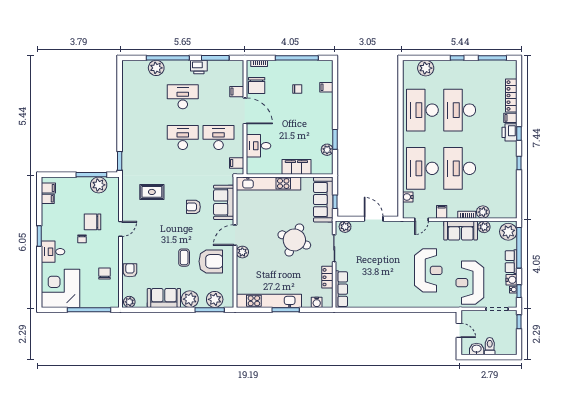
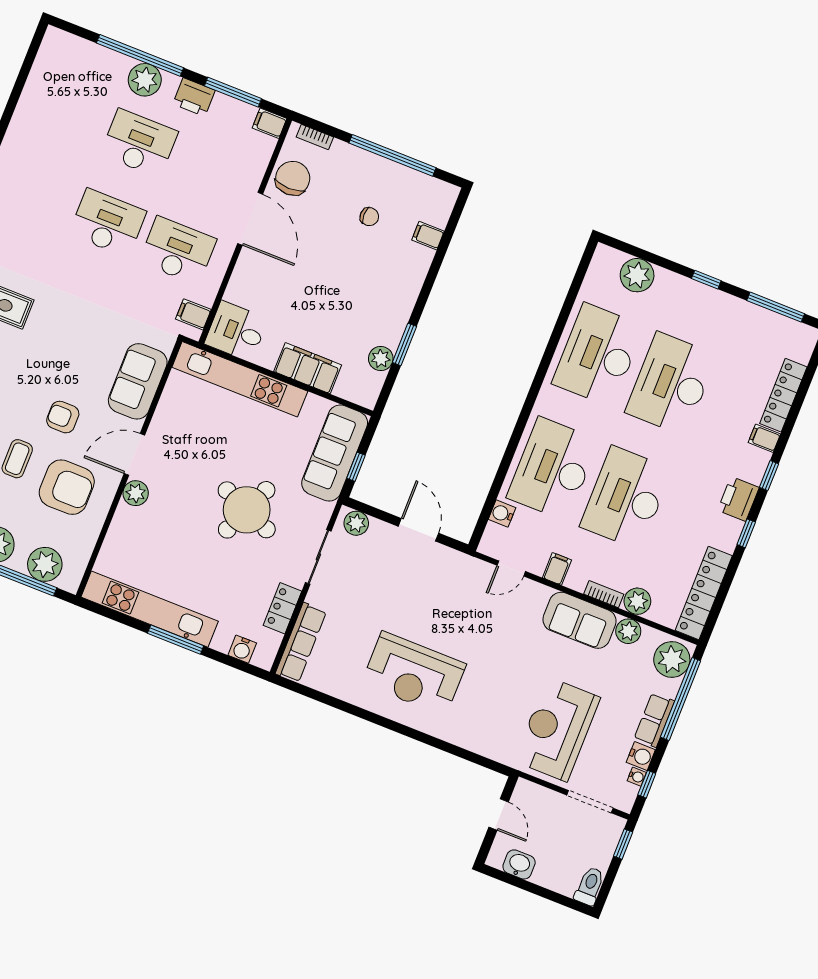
plant: (156, 68) -> (145, 80), moved
chair: (257, 86) -> (293, 178), turned 180
filing cabinet: (237, 92) -> (269, 123), moved
printer: (510, 132) -> (738, 499), moved
desk: (258, 146) -> (236, 331), moved
locker: (511, 197) -> (704, 593), added
armchair: (193, 207) -> (63, 417), moved
reception desk: (428, 270) -> (414, 674), moved, turned 90
toilet: (490, 346) -> (590, 886), moved

